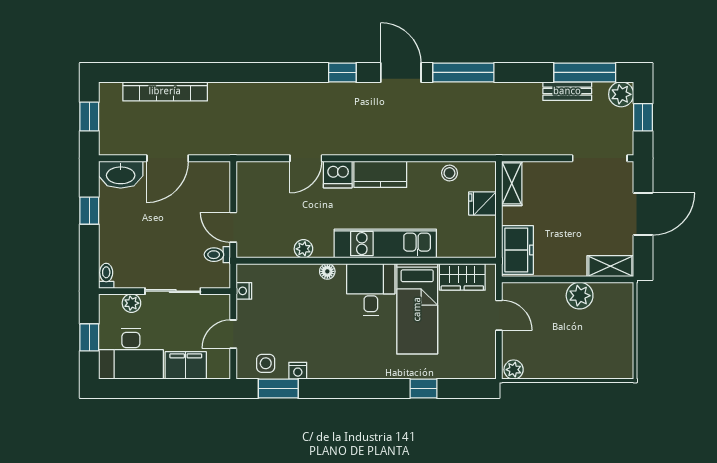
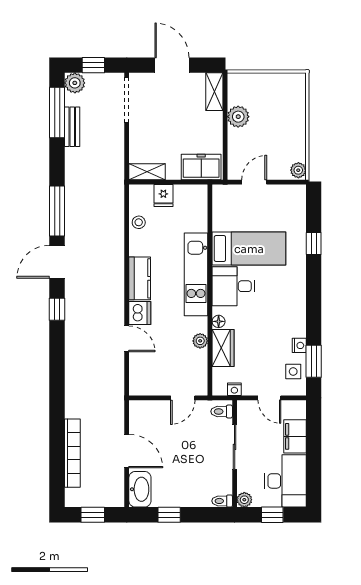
toilet: (217, 255) -> (222, 411), moved, turned 90
wardrobe: (462, 277) -> (223, 348), moved
plant: (131, 303) -> (244, 500), moved

